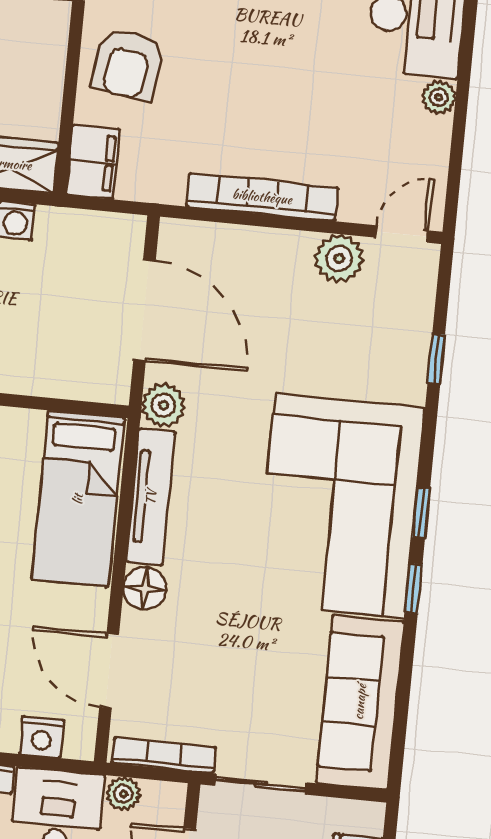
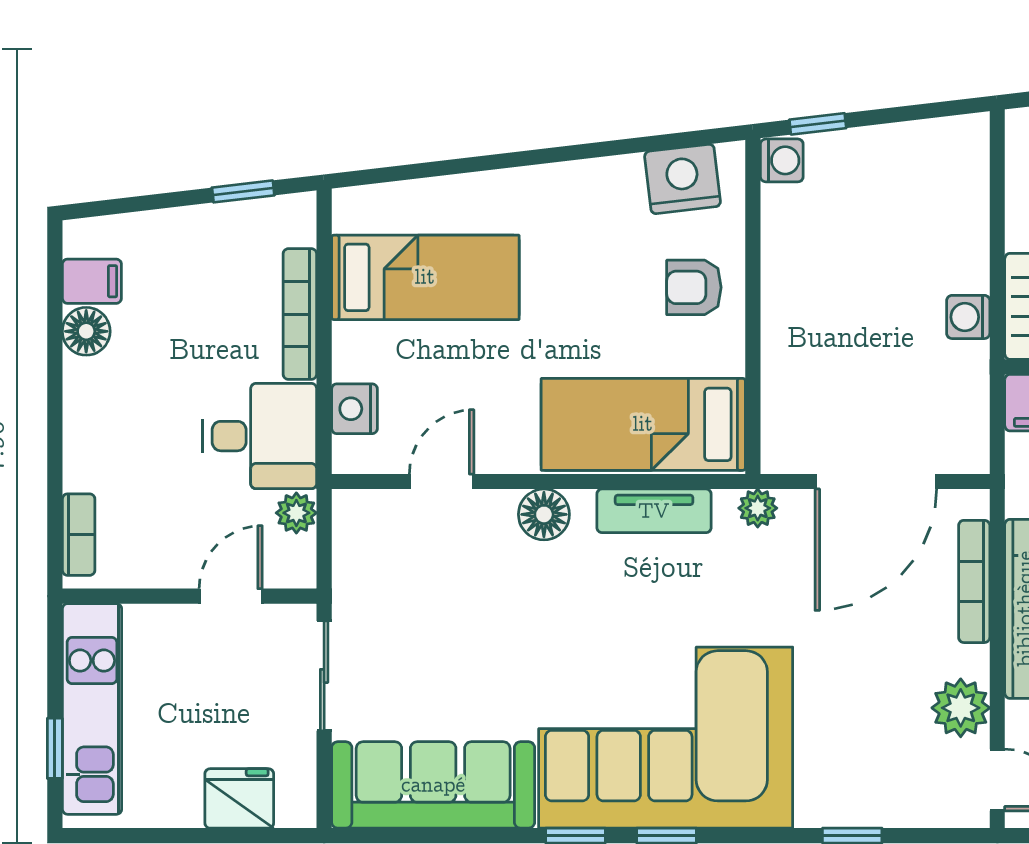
plant: (163, 405) -> (758, 508), width x0.73, depth x0.73
tv unit: (151, 497) -> (654, 511), width x0.71
door: (109, 671) -> (442, 481), width x0.73
bookcase: (164, 755) -> (974, 581), moved, turned 180

